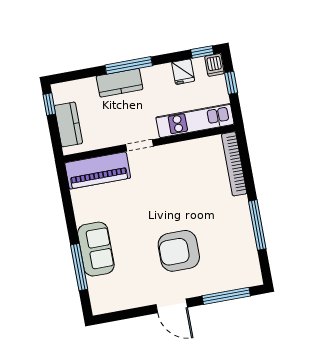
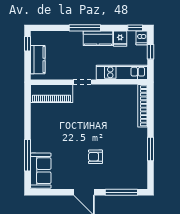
kitchen counter: (120, 83) -> (98, 38), moved
window: (257, 225) -> (151, 149), width x0.69
sofa: (96, 249) -> (41, 171), moved
armchair: (179, 251) -> (95, 157), width x0.53, depth x0.53

